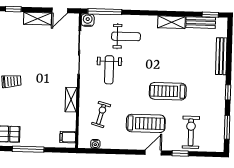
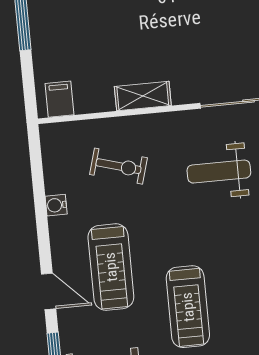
treadmill: (168, 91) -> (188, 307), turned 180
water cooler: (95, 144) -> (56, 205), moved

